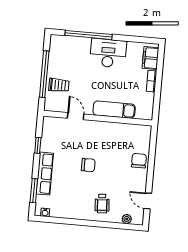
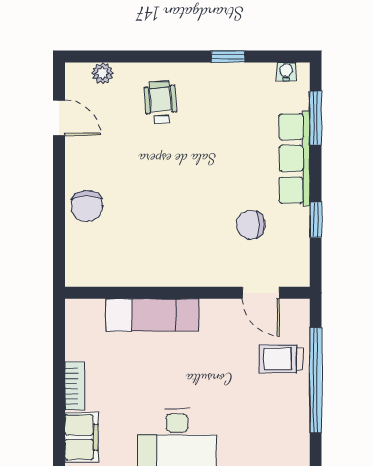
door: (76, 116) -> (261, 293), moved
chair: (88, 165) -> (251, 225), moved
window: (70, 221) -> (228, 57), added

